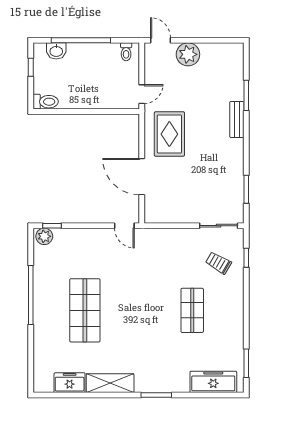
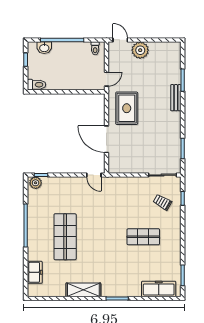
shop shelf: (192, 310) -> (143, 237), turned 90
freezer: (70, 383) -> (35, 272), moved, turned 90

